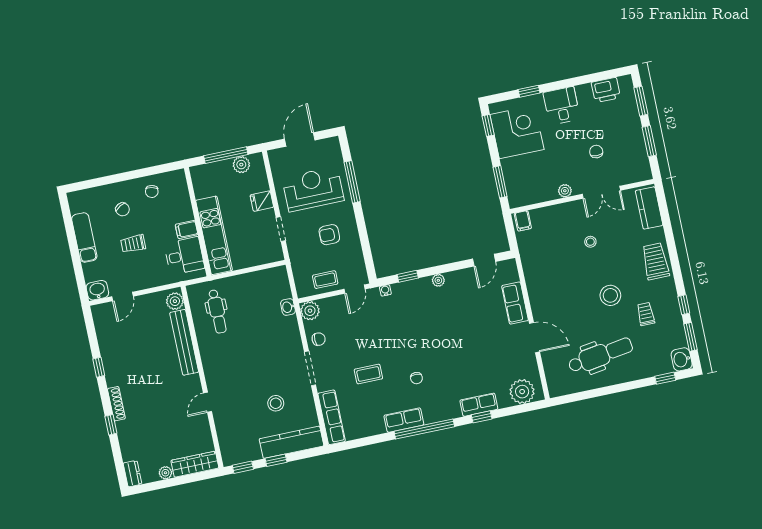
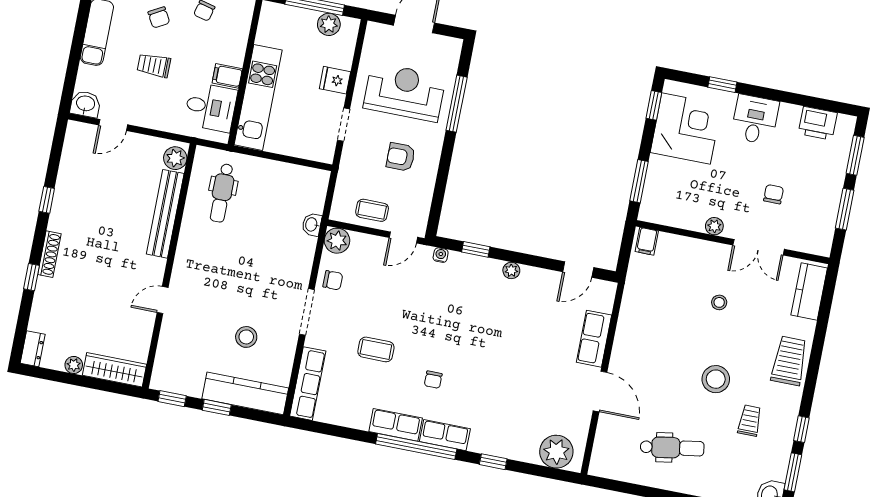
dental chair: (600, 355) -> (672, 448), width x0.73, depth x0.72
row of seats: (479, 405) -> (445, 435), moved

